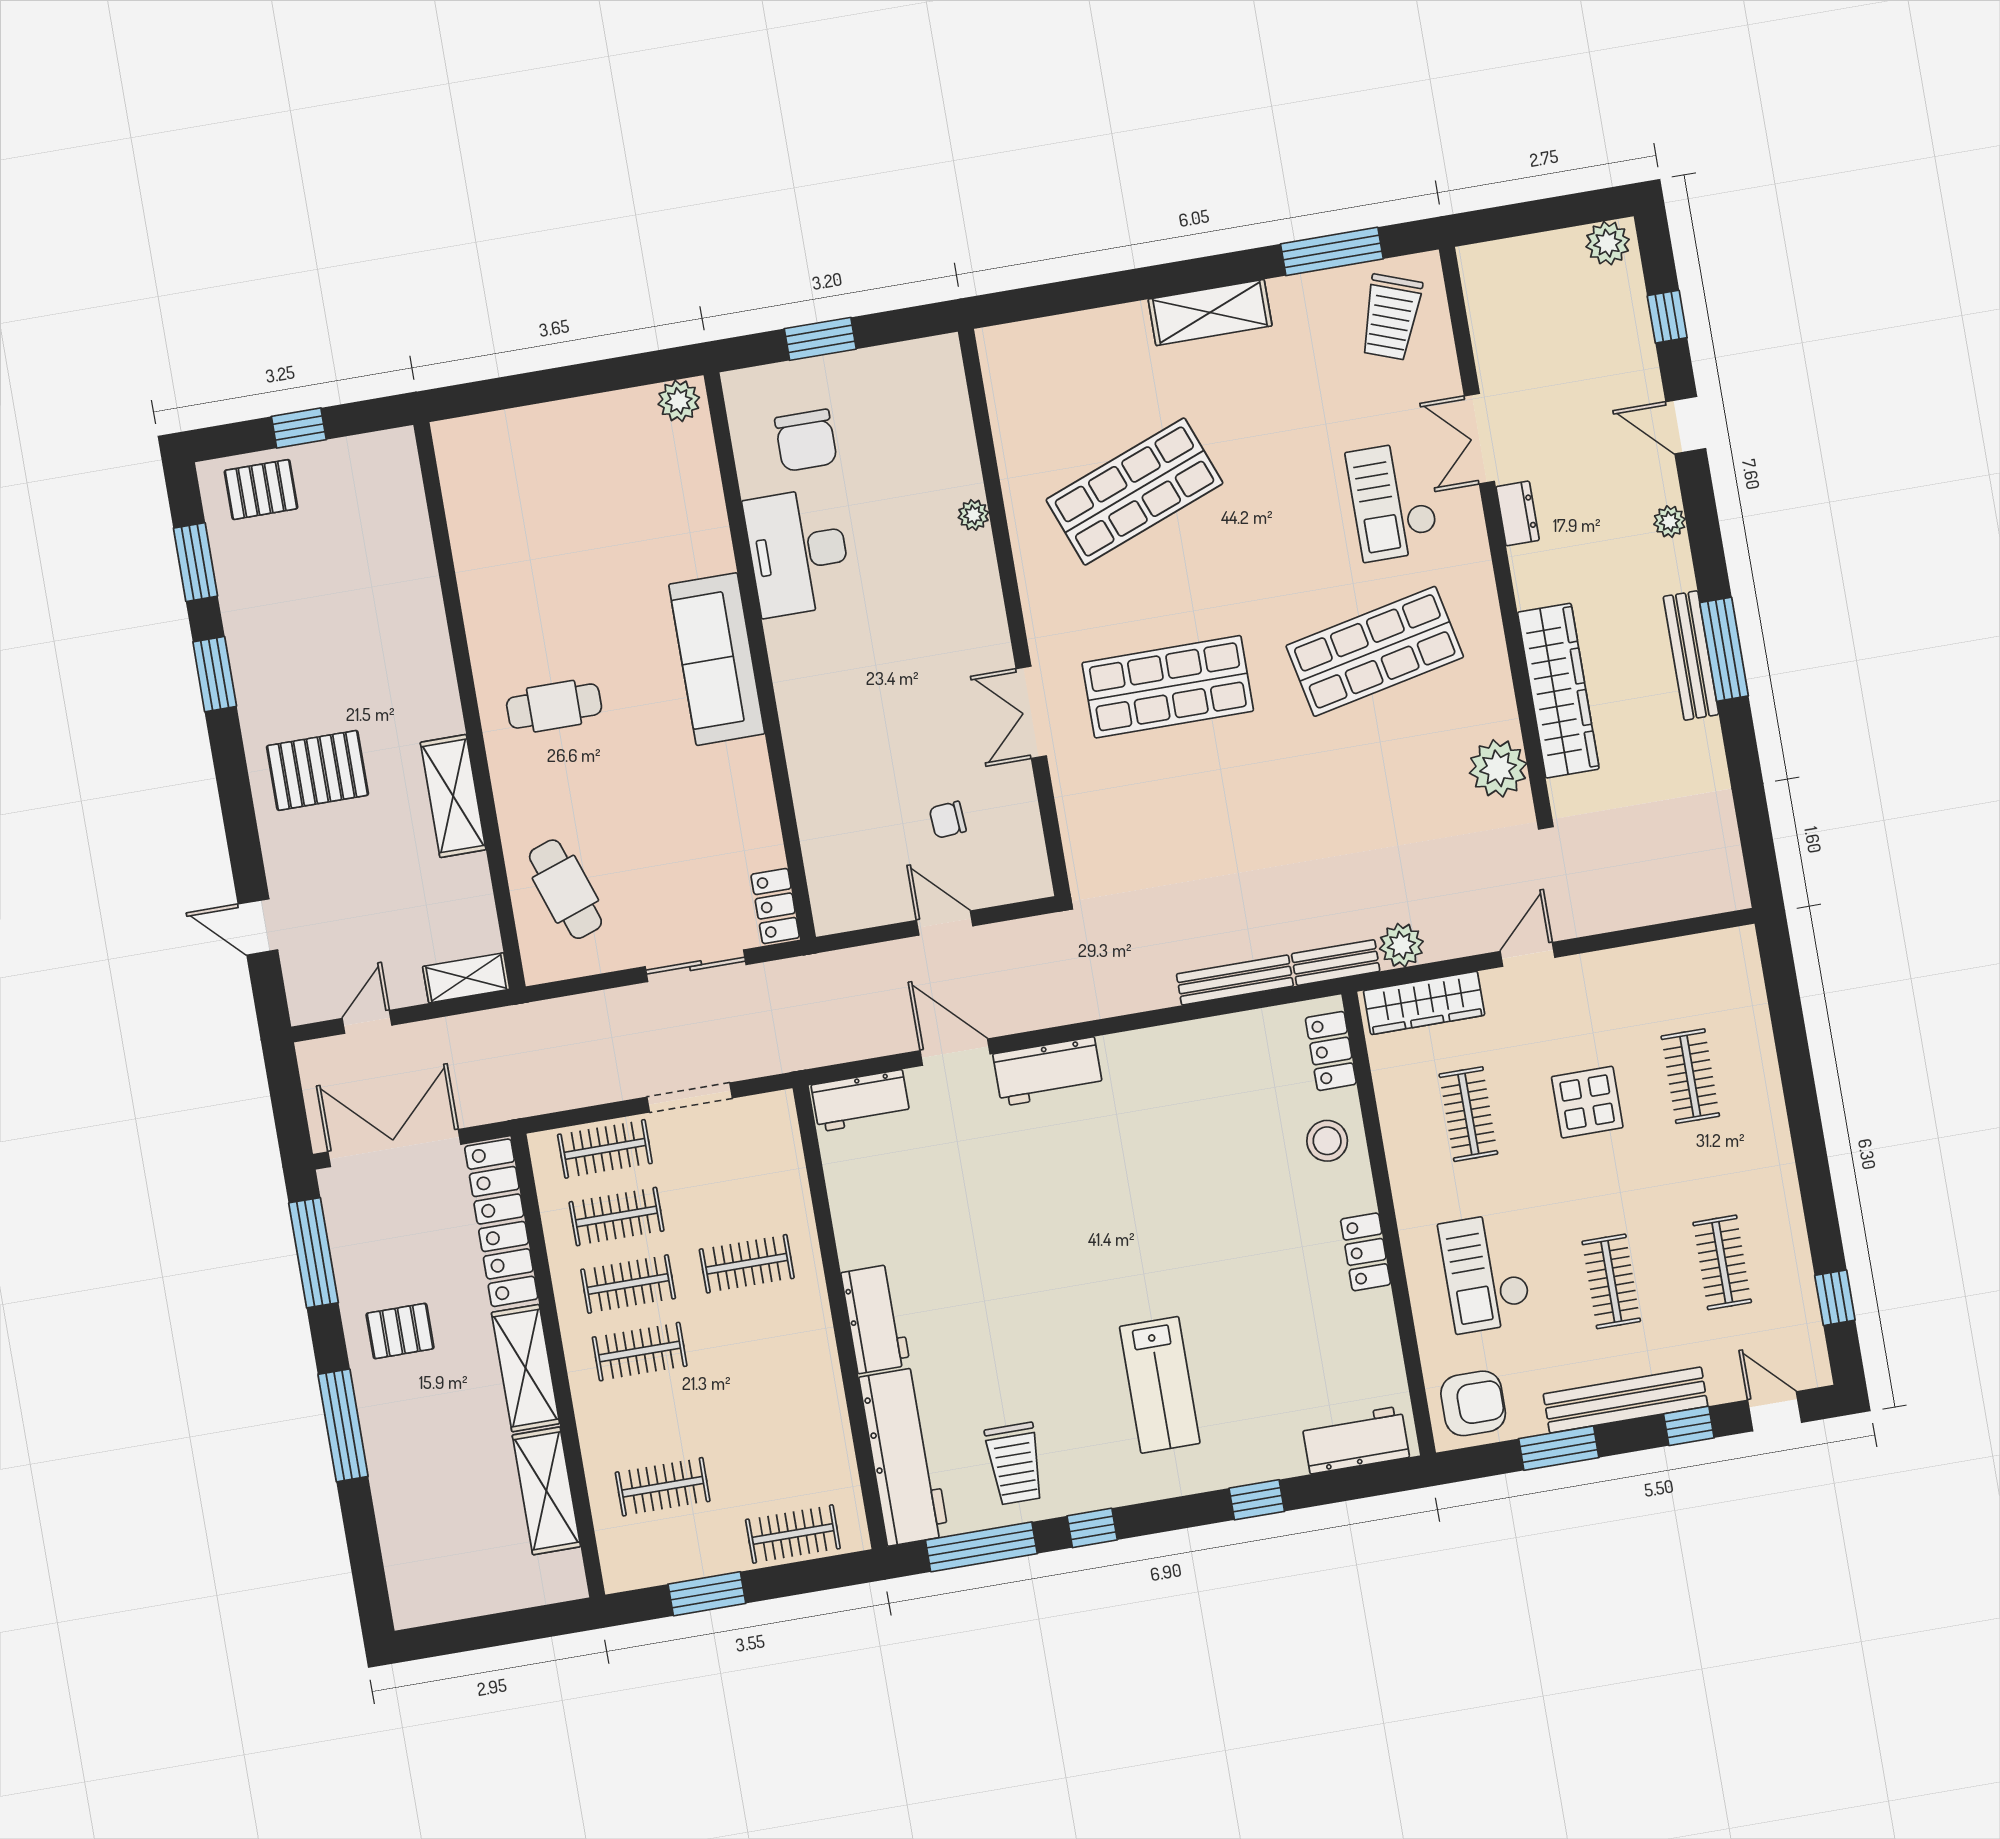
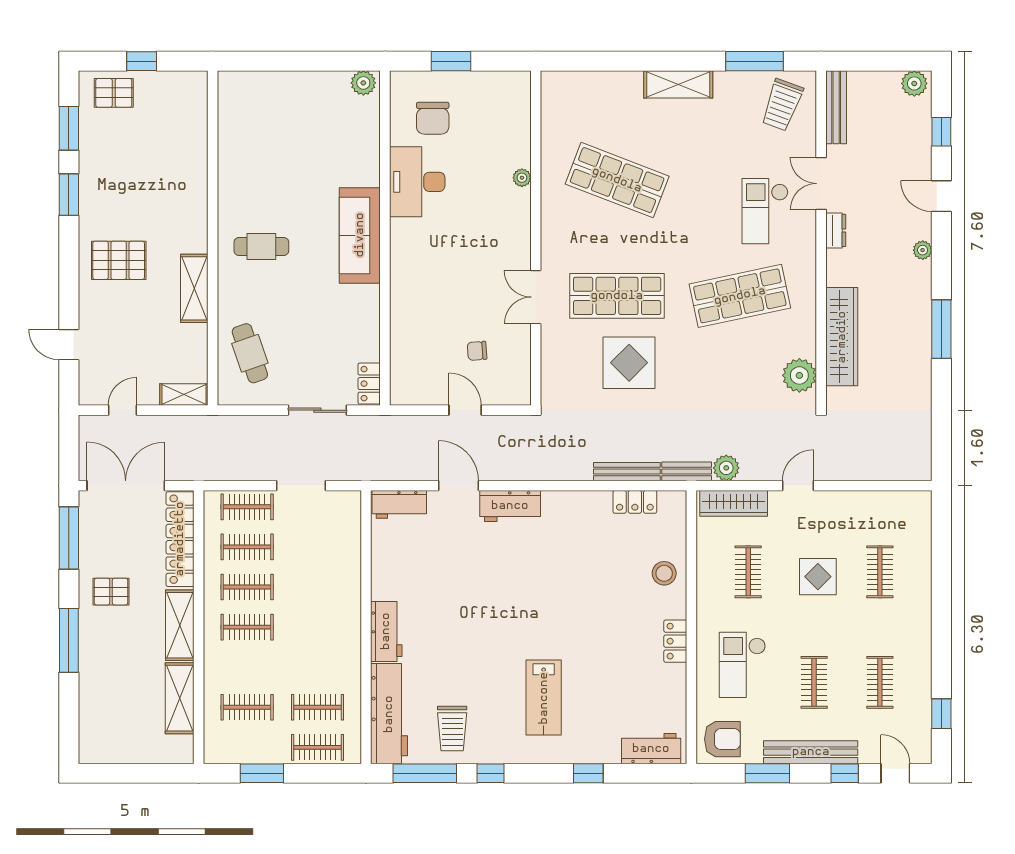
shop shelf: (1134, 492) -> (617, 180), turned 42
bench: (1691, 656) -> (836, 107), moved
display table: (1207, 796) -> (629, 363), added
locker: (1331, 1051) -> (635, 502), moved, turned -90
clothes rail: (747, 1264) -> (317, 707), moved

